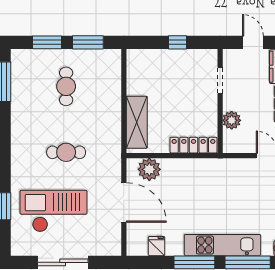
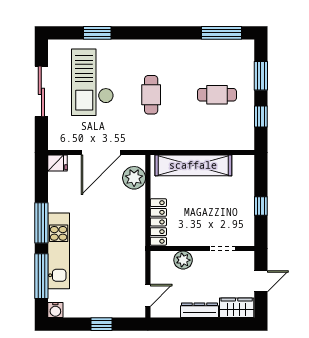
window: (88, 42) -> (261, 116), width x0.67
shelving: (137, 122) -> (193, 165), width x1.47
checkout: (53, 211) -> (93, 82), turned 180
fridge: (157, 246) -> (58, 163), moved

